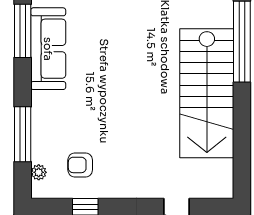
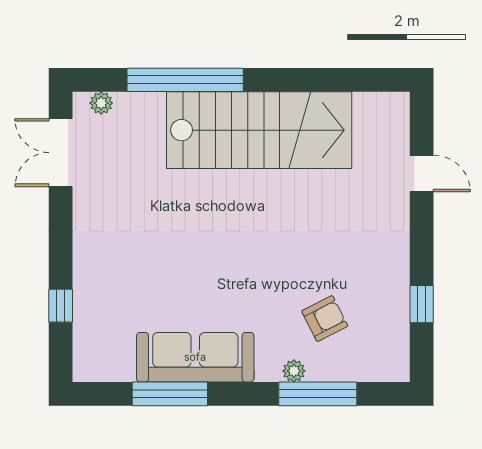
armchair: (80, 165) -> (325, 319), moved, turned -117
plant: (39, 172) -> (294, 371), moved

